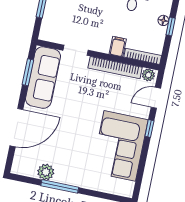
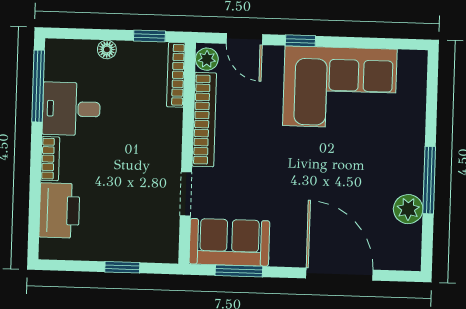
window: (171, 26) -> (149, 36), moved
filing cabinet: (118, 47) -> (166, 121), removed
sofa: (43, 78) -> (229, 242), width x0.73

